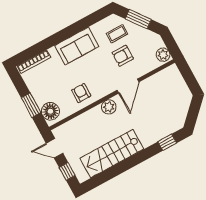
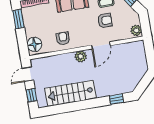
armchair: (123, 56) -> (105, 21), turned 180
window: (31, 105) -> (18, 19), moved
door: (55, 148) -> (28, 74), hinge flipped

